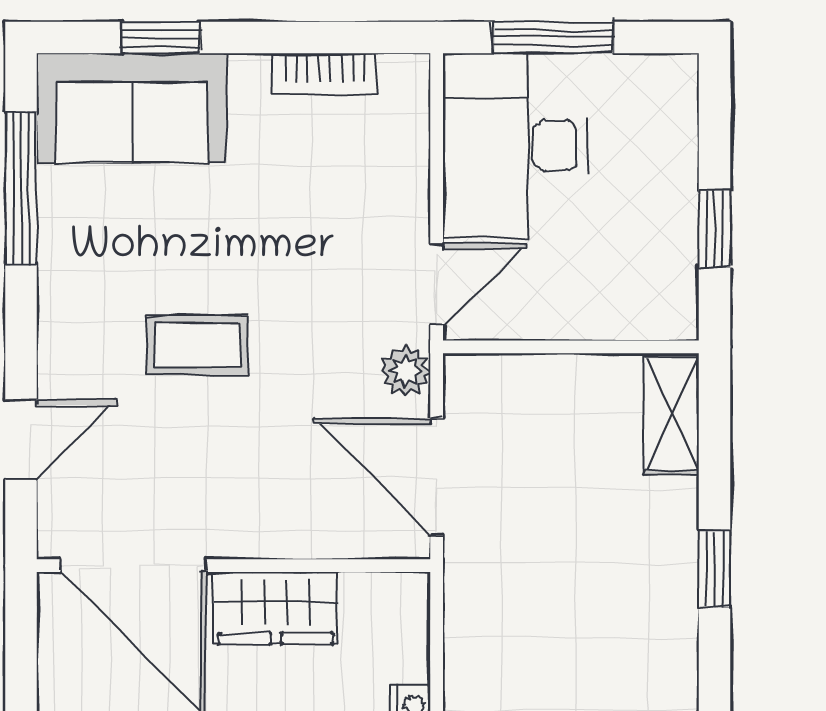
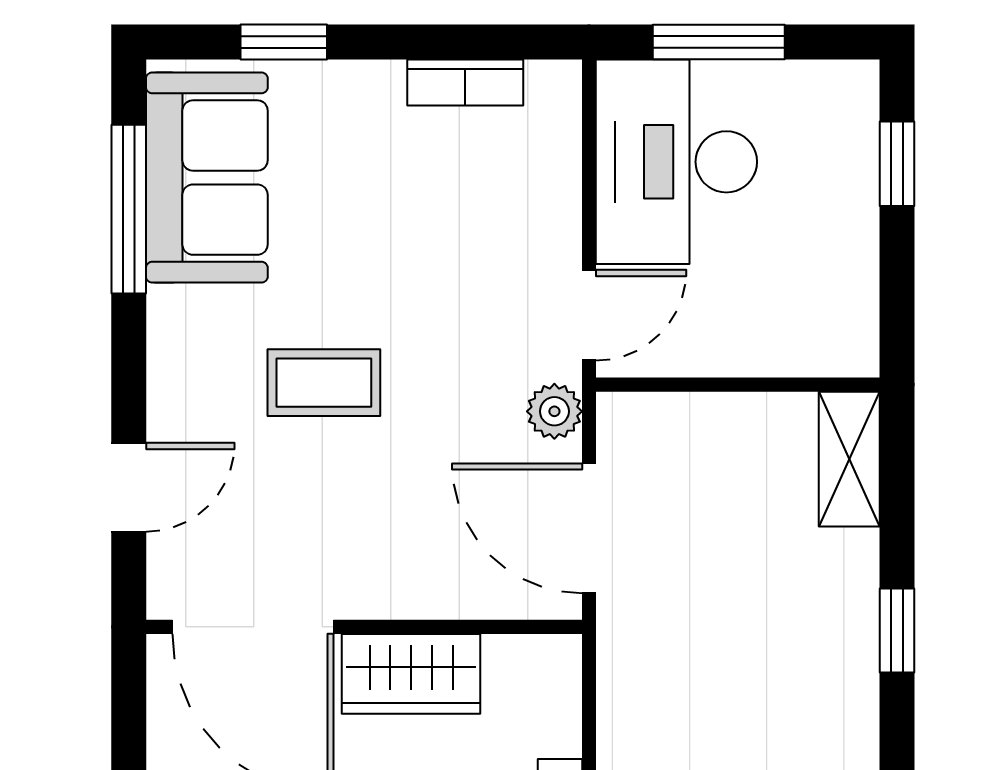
sofa: (132, 108) -> (207, 178), moved, turned -90
window: (715, 229) -> (897, 164), moved

